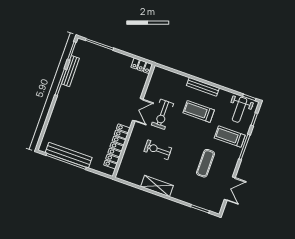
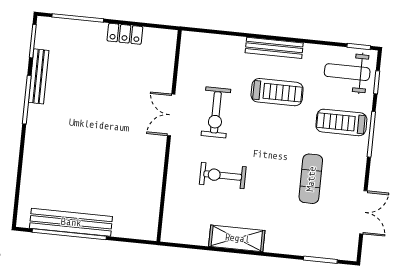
locker: (141, 66) -> (125, 34), moved
double door: (138, 110) -> (171, 115), swing flipped
weight bench: (240, 110) -> (347, 72), turned 90
treadmill: (199, 111) -> (277, 92), turned 180
locker: (117, 146) -> (151, 187), removed

